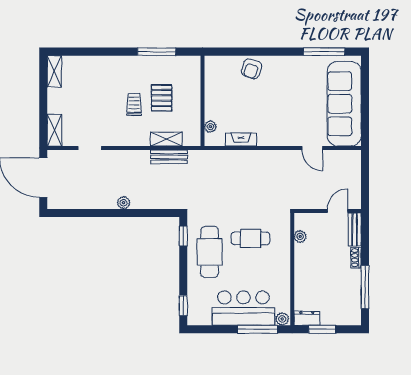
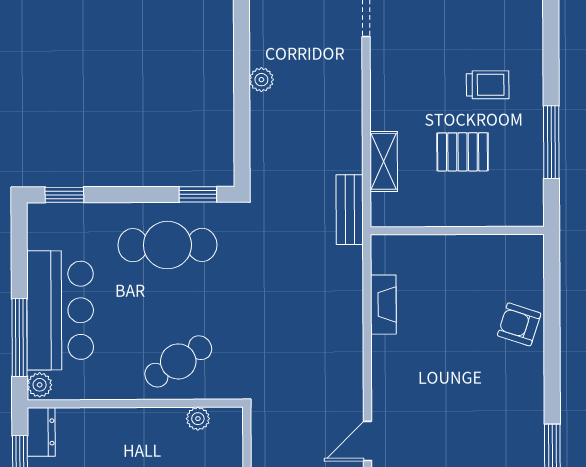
trolley: (134, 105) -> (488, 85), moved
plant: (210, 127) -> (408, 246), removed
bench: (169, 157) -> (350, 210), moved
cafe table: (251, 238) -> (178, 361), moved, turned 58

